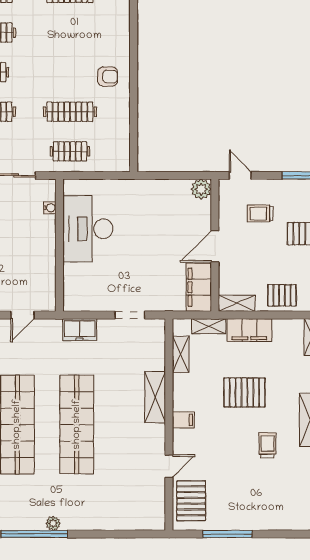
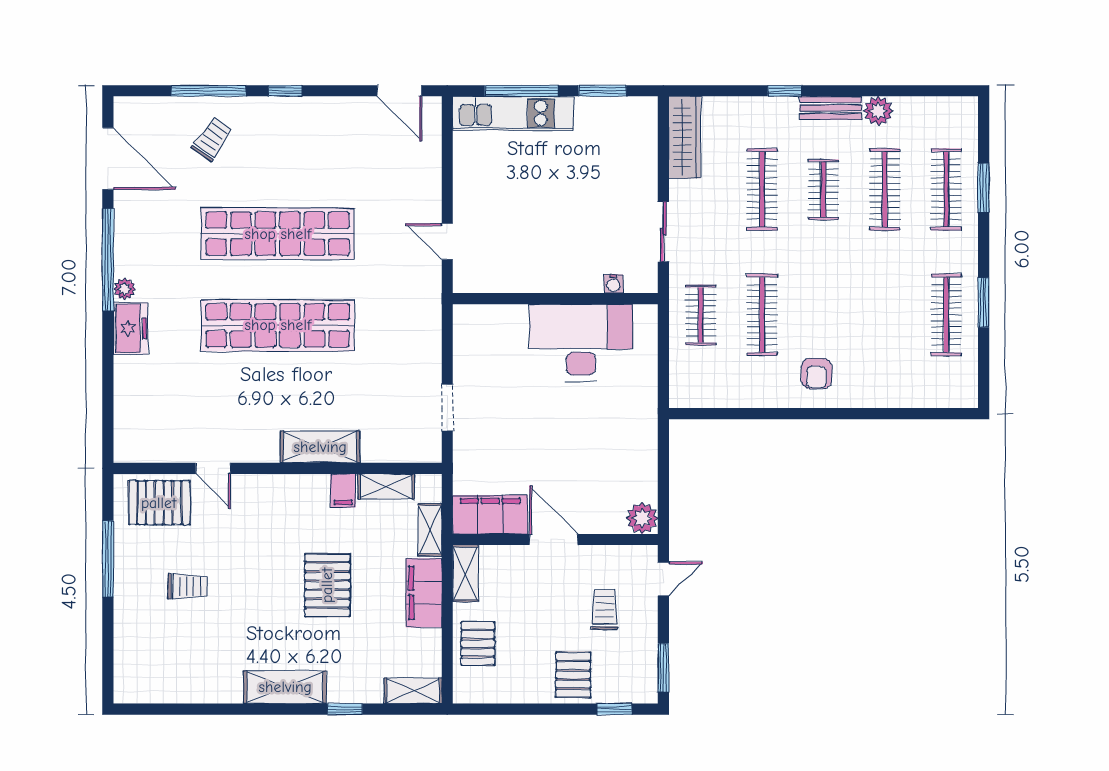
freezer: (80, 330) -> (131, 328), moved, turned 180
filing cabinet: (183, 420) -> (343, 491), moved
trolley: (267, 445) -> (187, 586), moved

